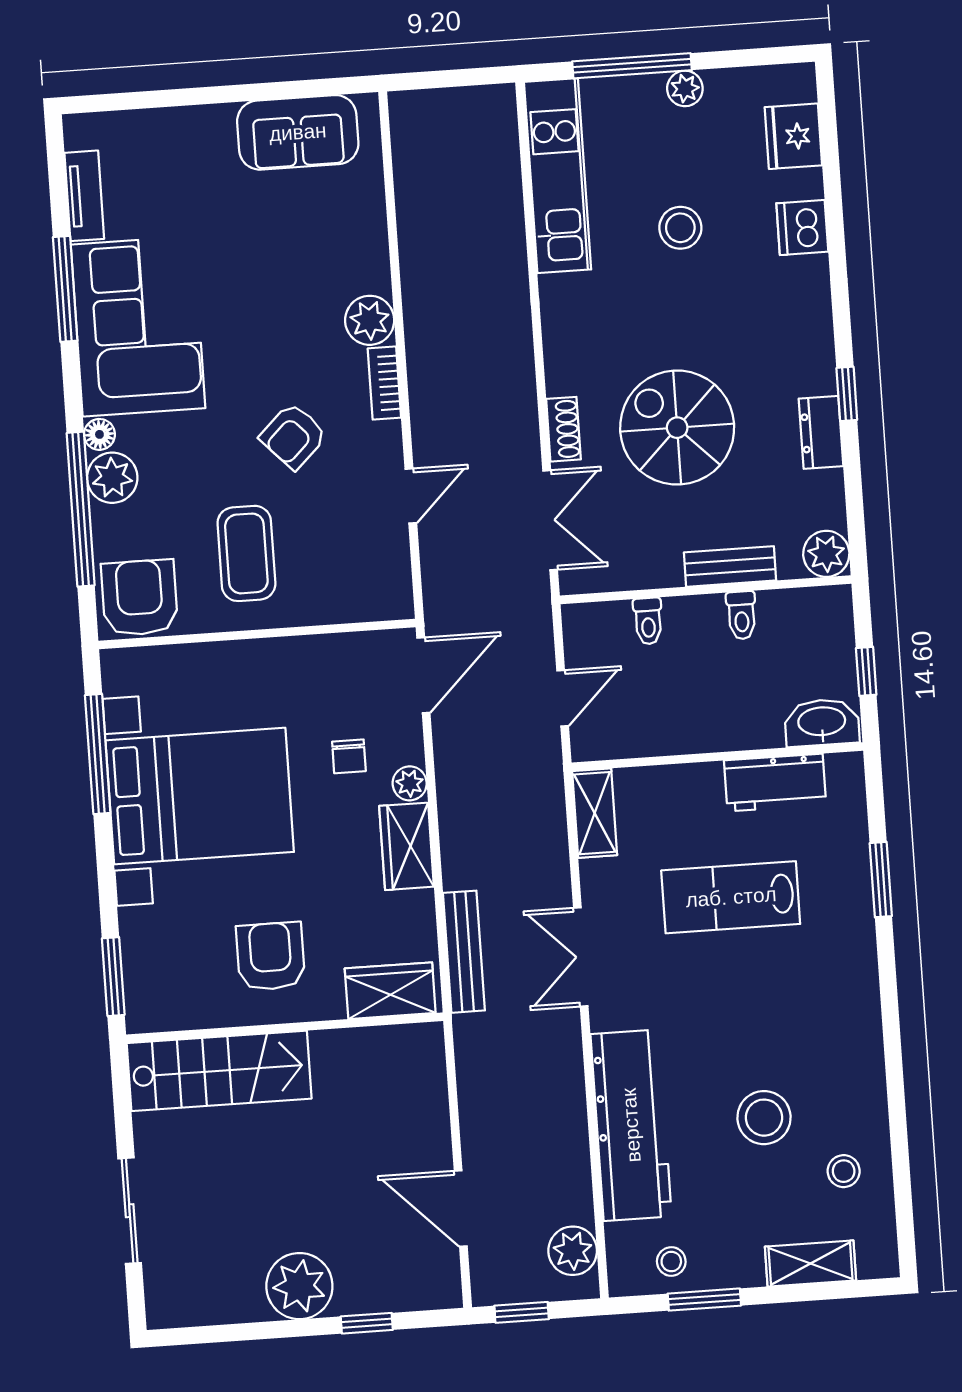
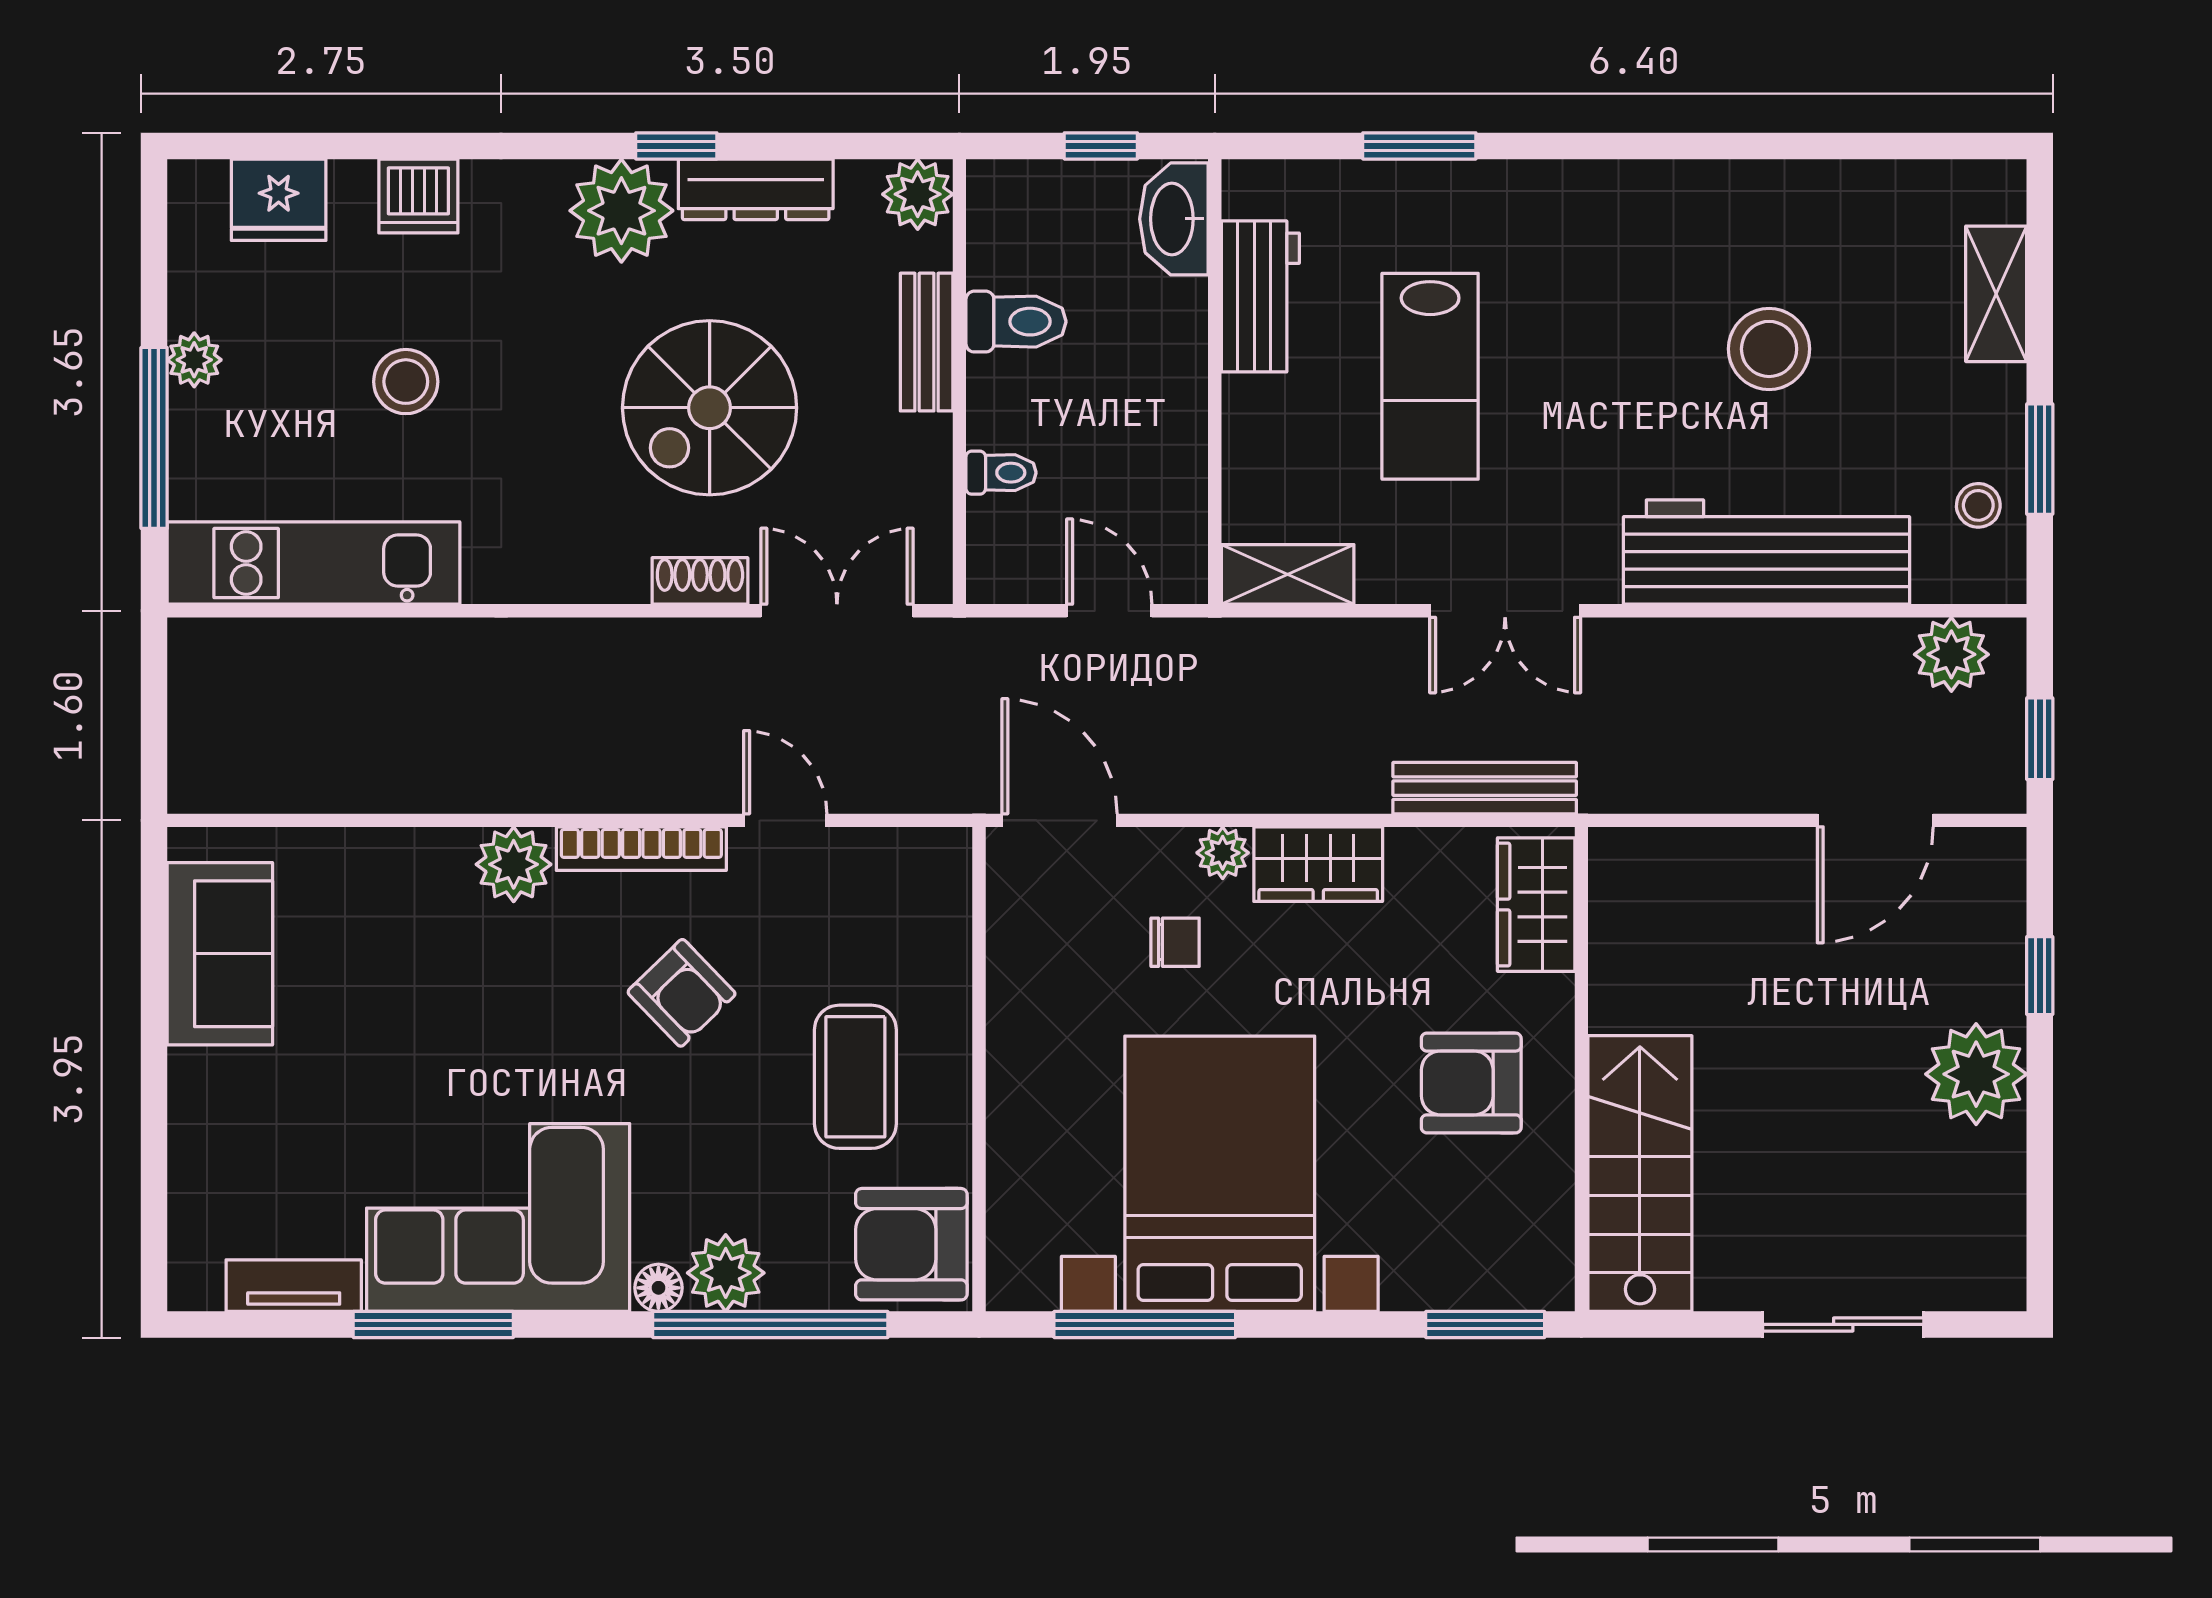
plant: (802, 361) -> (621, 211), added
bookcase: (384, 383) -> (641, 849), width x1.56
dresser: (821, 432) -> (756, 189), width x1.44
coffee table: (246, 553) -> (855, 1077), turned 90
toilet: (741, 615) -> (1016, 322), width x1.37, depth x1.39
stool: (844, 1171) -> (1859, 233), removed

